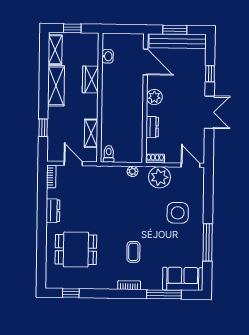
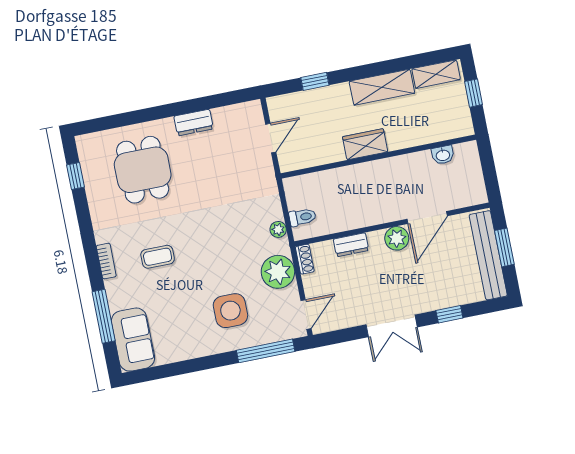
door: (145, 62) -> (427, 217), moved
wardrobe: (90, 79) -> (365, 144), moved
shelving: (91, 133) -> (322, 155), removed
toilet: (109, 154) -> (302, 217), moved
bookcase: (51, 176) -> (244, 109), removed
window: (208, 242) -> (266, 351), moved

